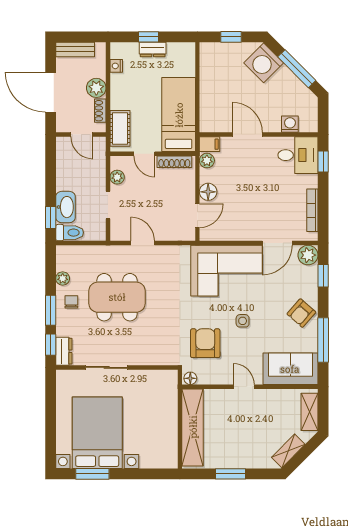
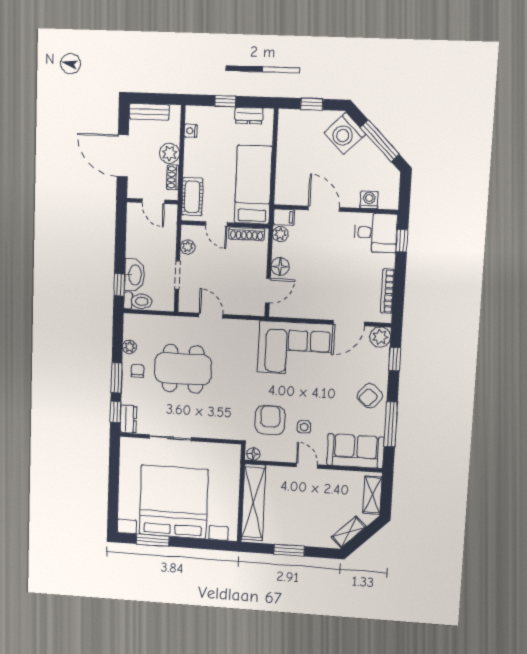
dresser: (153, 49) -> (249, 116), moved
side table: (243, 321) -> (304, 427), moved
bed with nightstands: (97, 433) -> (173, 502), width x1.36

